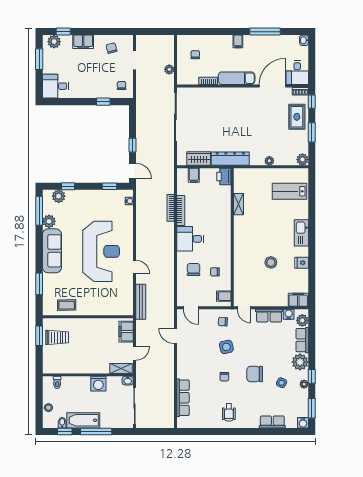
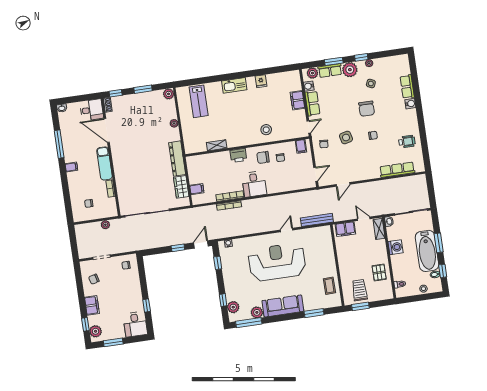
window: (103, 102) -> (147, 306), moved
rug: (297, 117) -> (131, 105), removed
printer: (224, 177) -> (238, 155), moved
stool: (271, 262) -> (266, 130), moved
chair: (194, 269) -> (263, 157), moved
filing cabinet: (298, 300) -> (297, 100), moved
pallet: (73, 362) -> (379, 273), added
window: (312, 408) -> (334, 61), moved
wheelchair: (229, 412) -> (407, 141), moved
bathtub: (83, 420) -> (427, 251), width x1.36, depth x1.36
water cooler: (303, 423) -> (410, 104), moved
window: (96, 432) -> (439, 243), width x0.69

